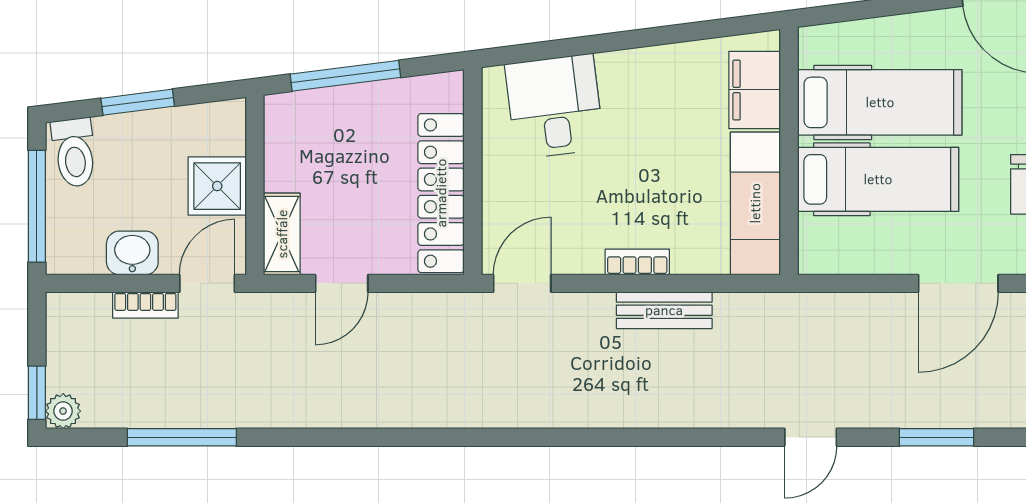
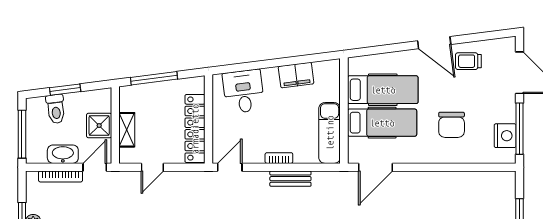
filing cabinet: (755, 90) -> (296, 75), moved, turned -97
toilet: (74, 153) -> (56, 109), moved
shelving: (282, 234) -> (127, 130), moved
washbasin: (132, 253) -> (63, 154), width x1.38
door: (958, 283) -> (376, 167), moved
bookcase: (145, 305) -> (61, 176), width x1.56

